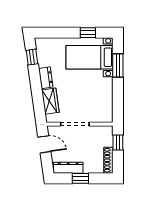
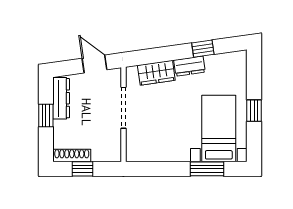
window: (88, 33) -> (254, 111), moved
window: (32, 57) -> (203, 49), moved
window: (118, 143) -> (83, 169), moved
door: (44, 144) -> (95, 64), swing flipped

